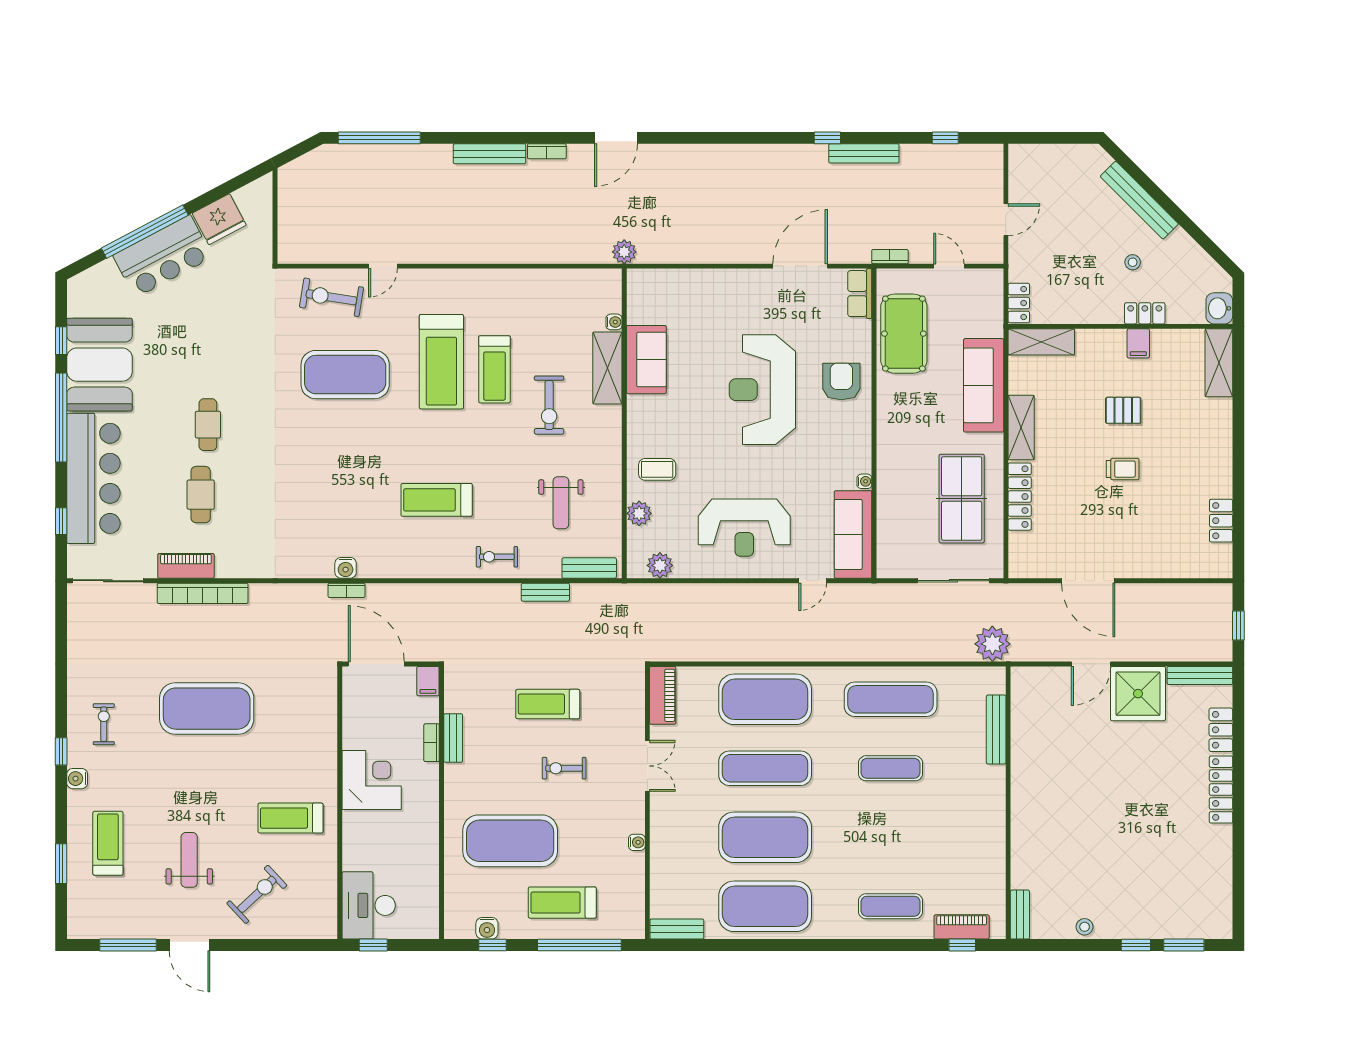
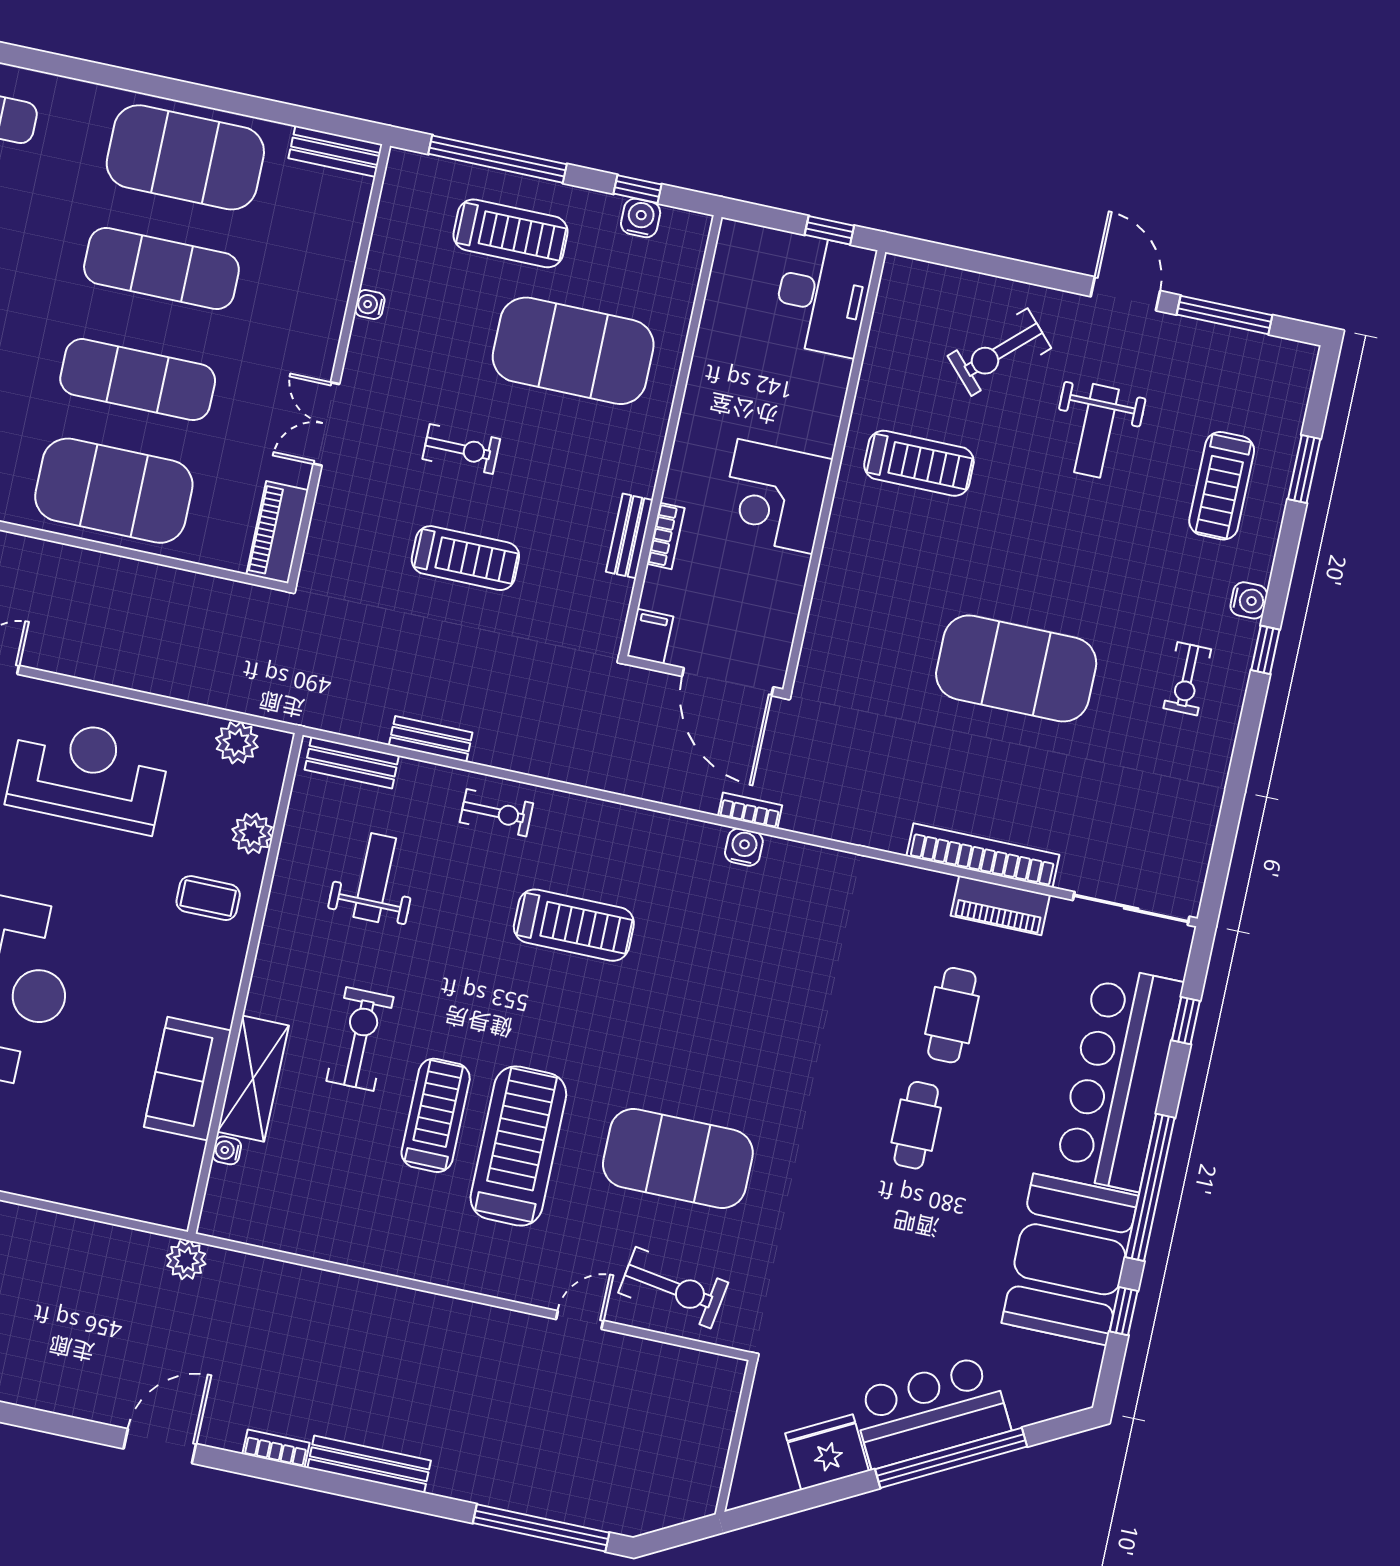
exercise mat: (765, 837) -> (161, 268), width x0.68

